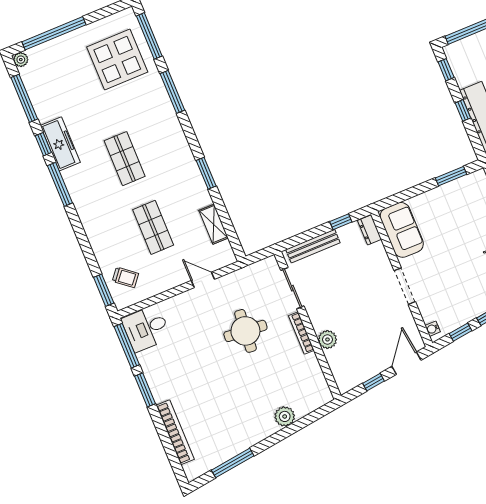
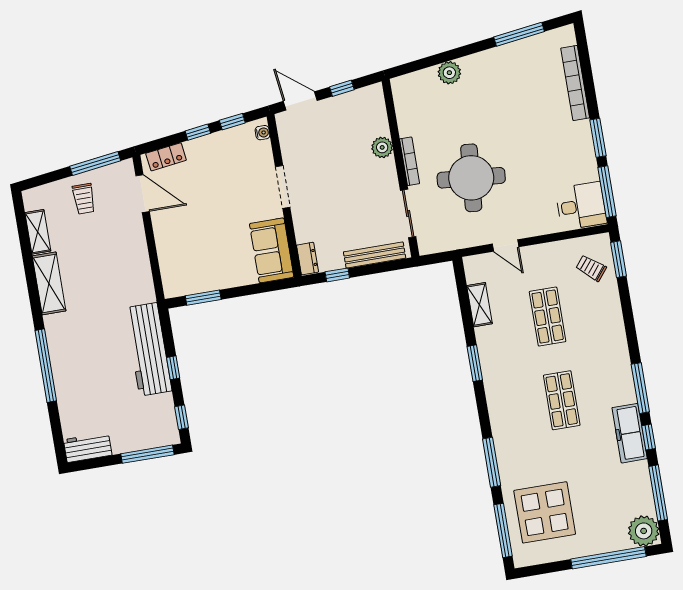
plant: (21, 60) -> (644, 531), width x1.87, depth x1.87
round table: (245, 331) -> (471, 178), width x1.36, depth x1.36
door: (407, 363) -> (300, 101), swing flipped

